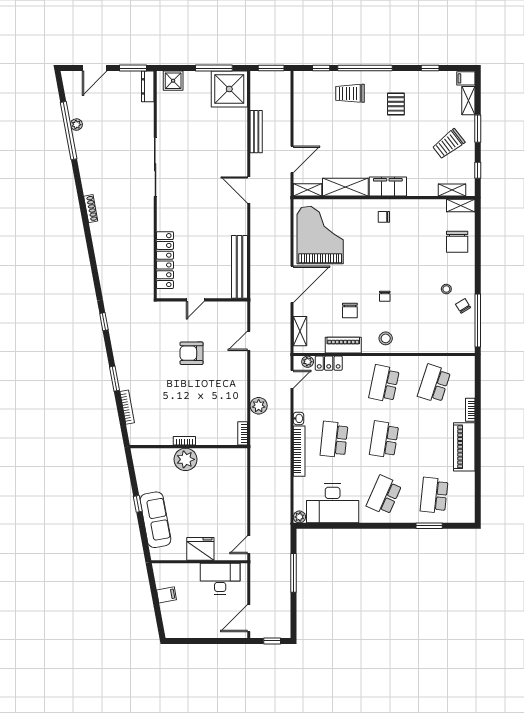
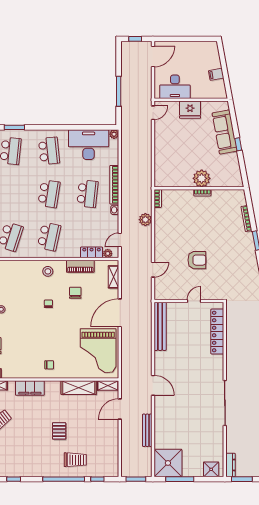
pallet: (396, 104) -> (59, 431), moved
filing cabinet: (388, 187) -> (30, 388), moved
school desk: (384, 495) -> (49, 151), turned -30

